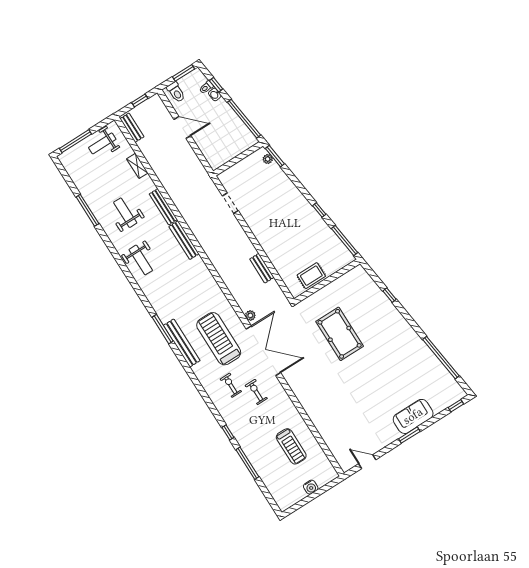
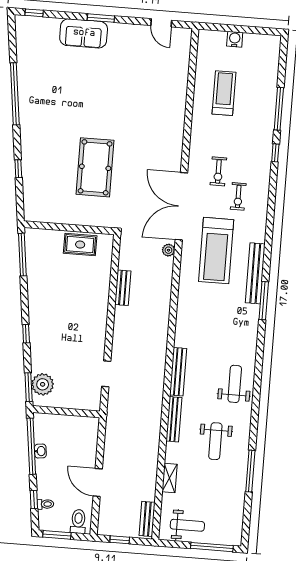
washbasin: (215, 94) -> (40, 451), moved
plant: (268, 159) -> (43, 384), width x1.87, depth x1.87
window: (319, 210) -> (26, 334), moved
window: (441, 358) -> (15, 94), moved

